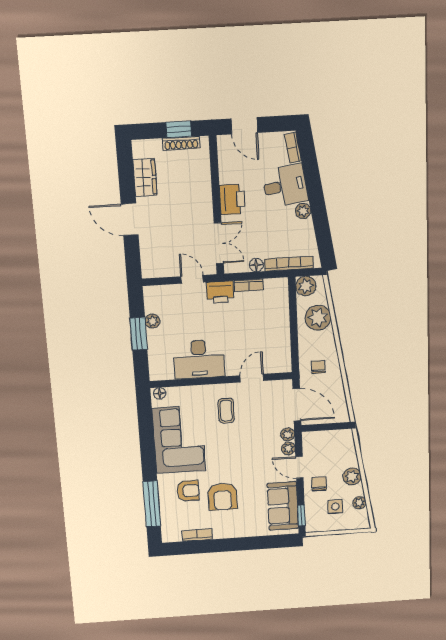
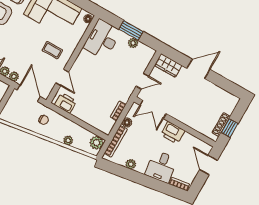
door: (244, 126) -> (209, 165), hinge flipped
wardrobe: (145, 178) -> (168, 65), moved
plant: (303, 211) -> (131, 164), moved
printer: (220, 292) -> (66, 103), moved, turned 90
plant: (318, 318) -> (68, 140), width x0.53, depth x0.53
desk: (199, 359) -> (102, 39), moved
door: (297, 405) -> (29, 93), swing flipped

